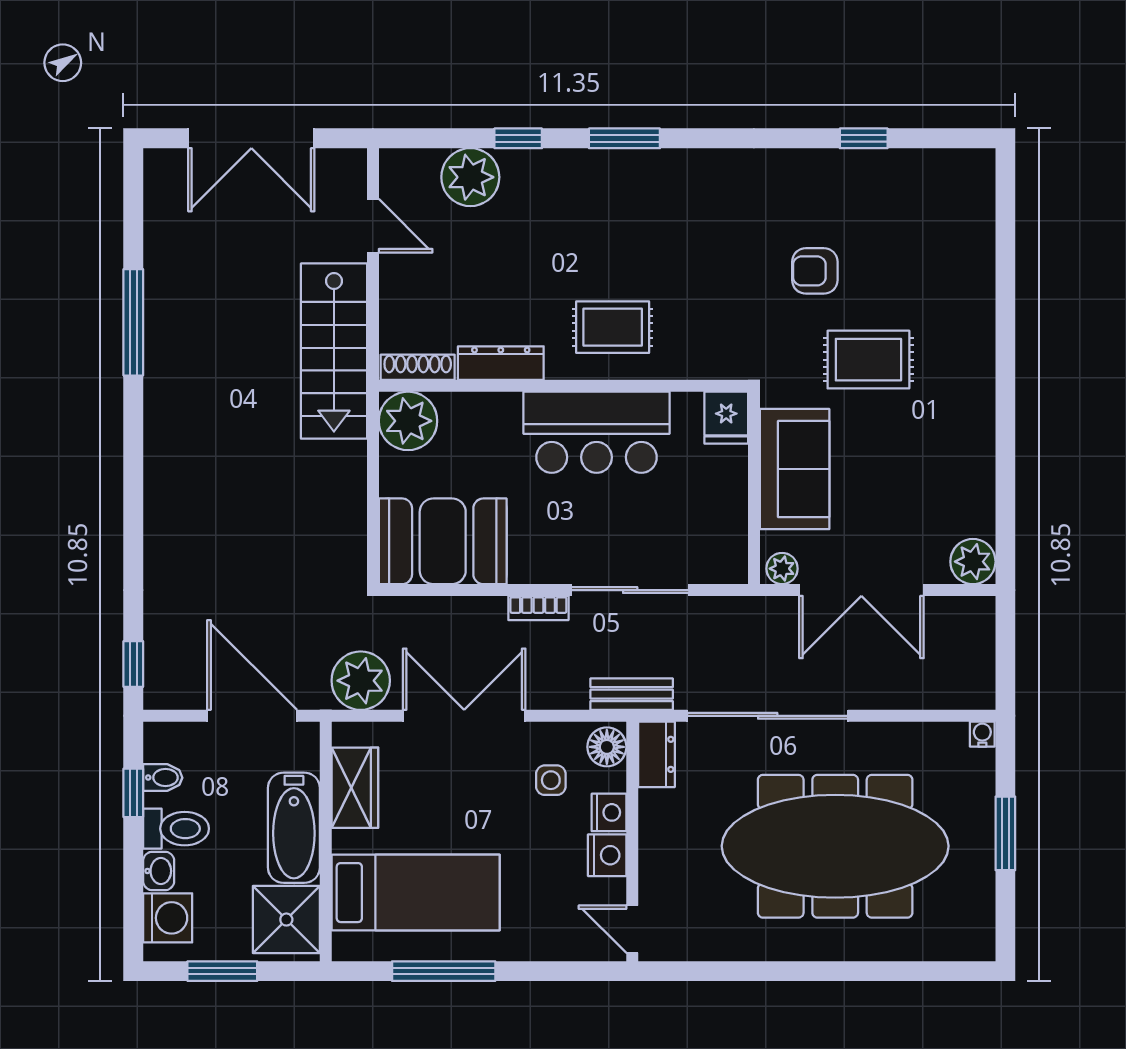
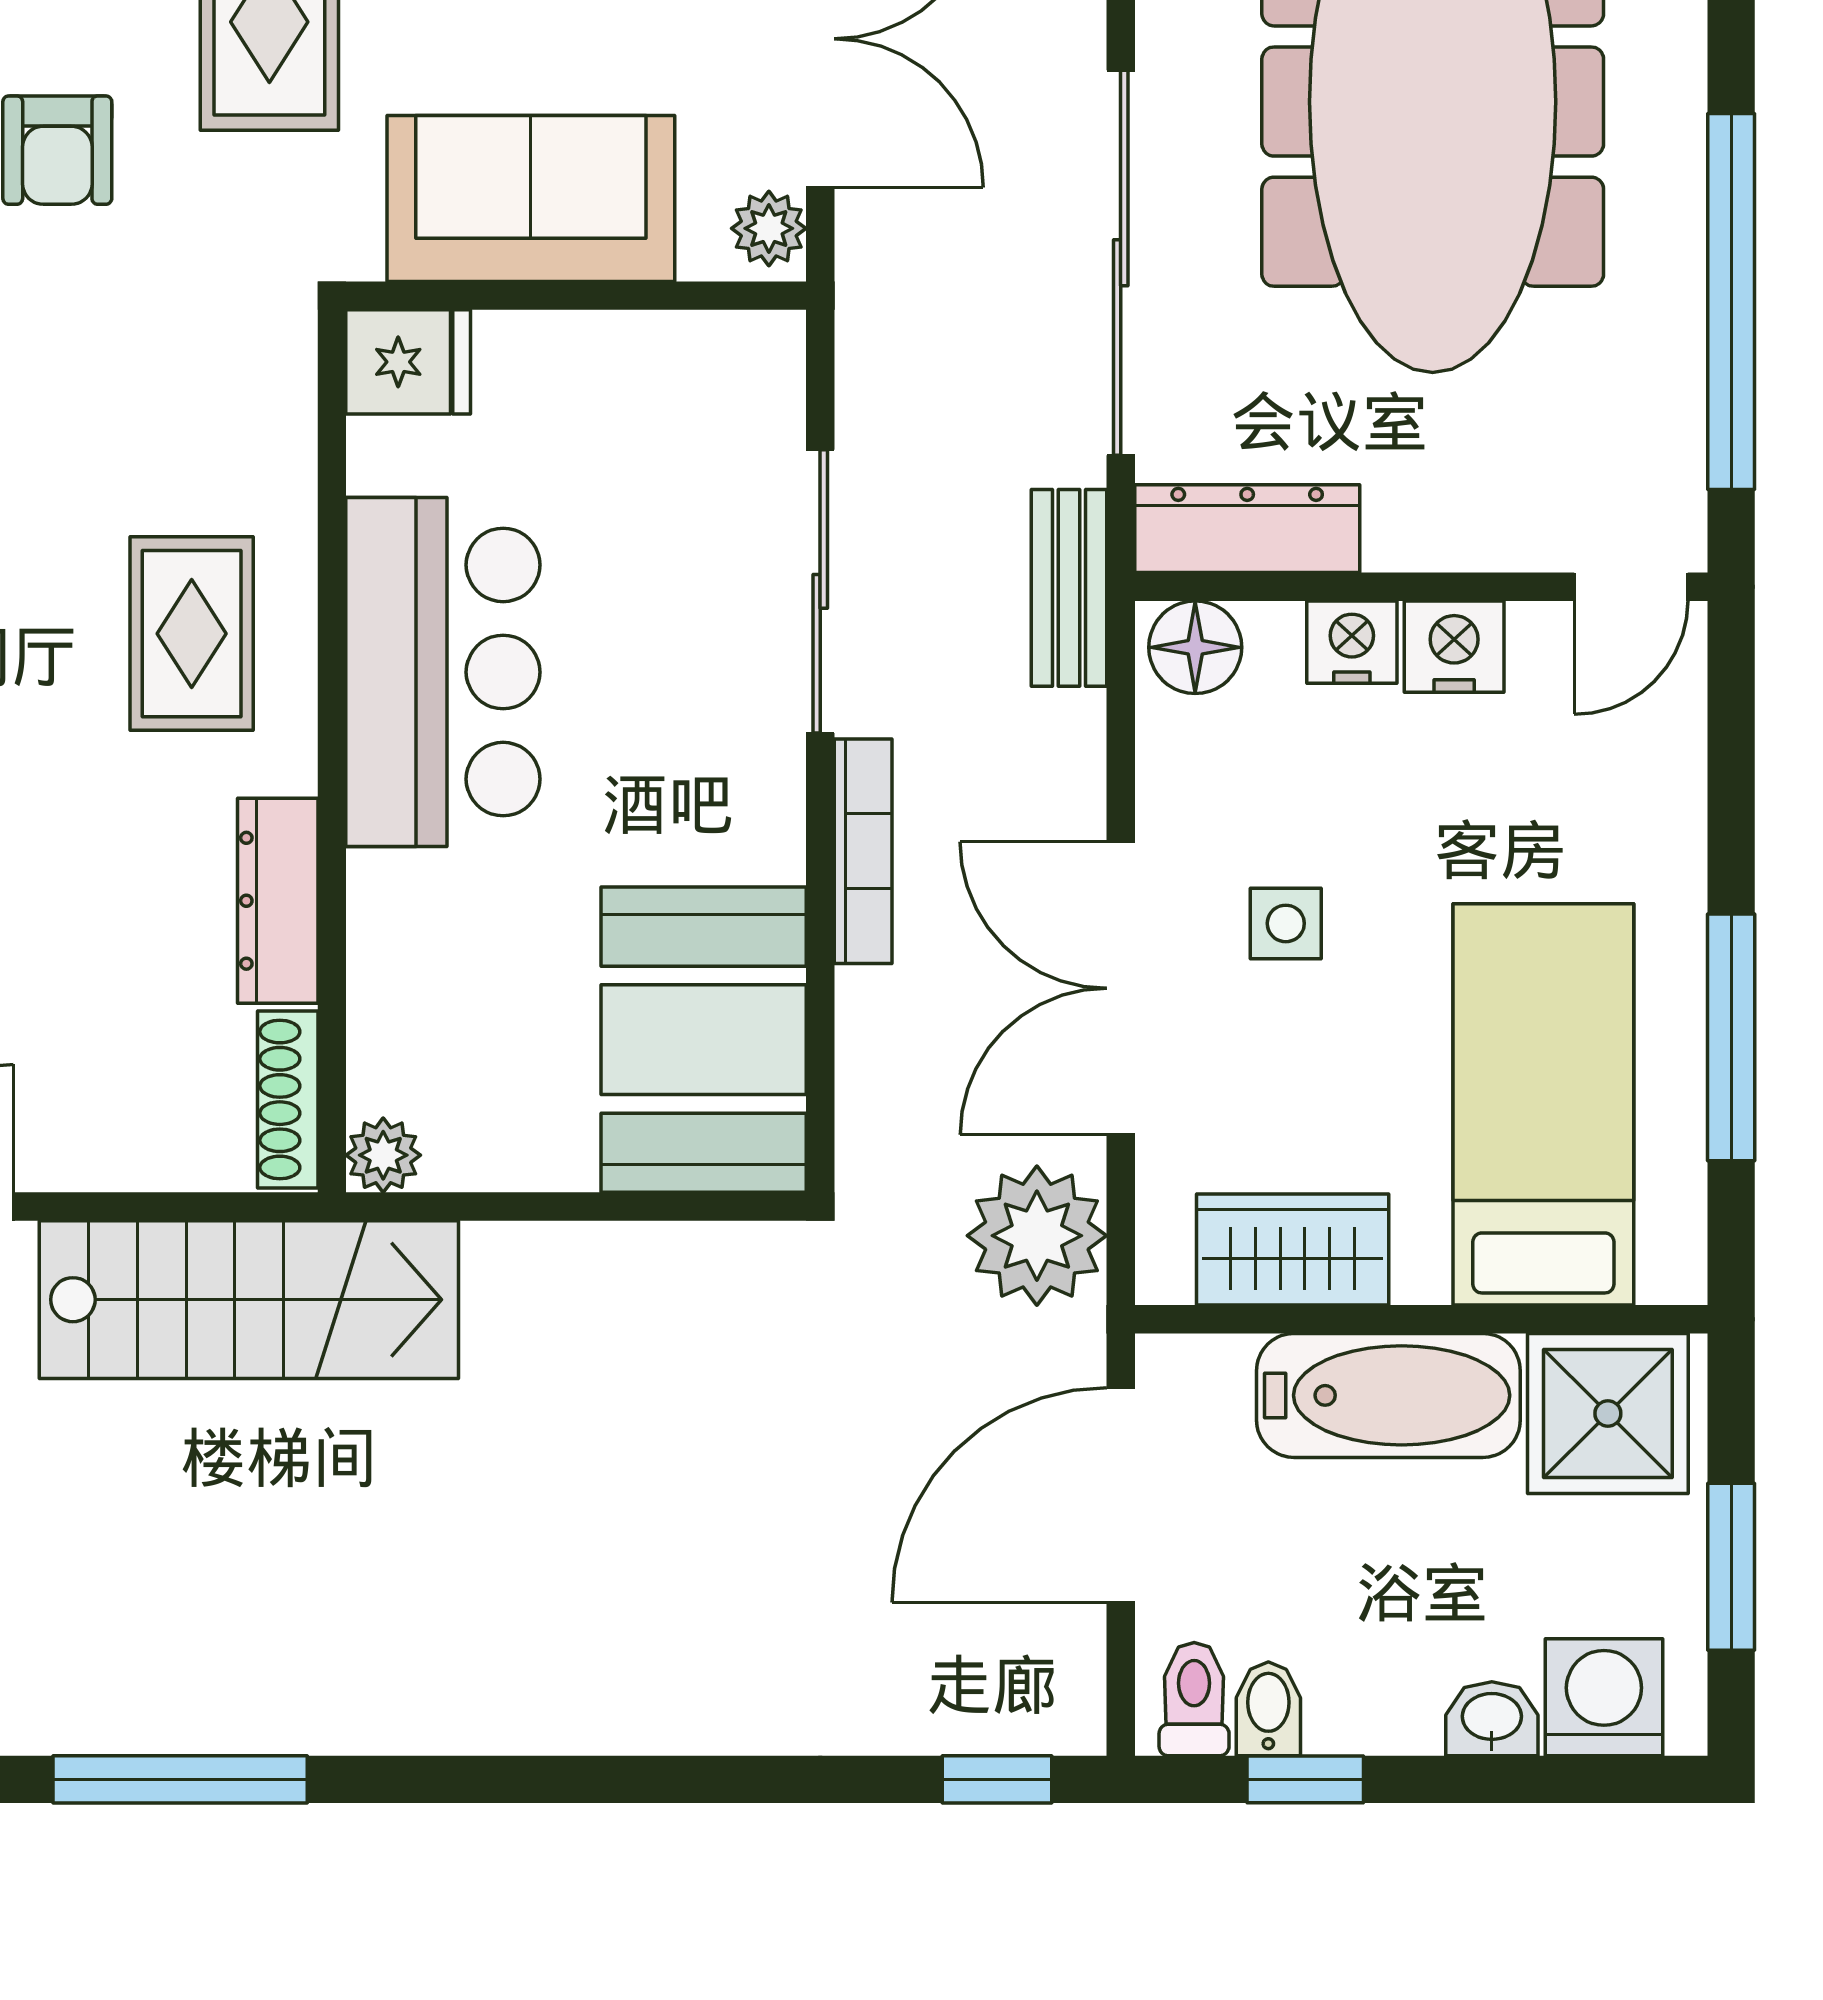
plant: (408, 421) -> (383, 1155), width x0.53, depth x0.53
bookcase: (538, 608) -> (863, 851), width x1.56
dresser: (656, 754) -> (1247, 529), width x1.44
side table: (551, 780) -> (1286, 923), moved
toilet: (176, 829) -> (1194, 1699), moved, width x0.73, depth x0.72
window: (751, 971) -> (1731, 301), added

